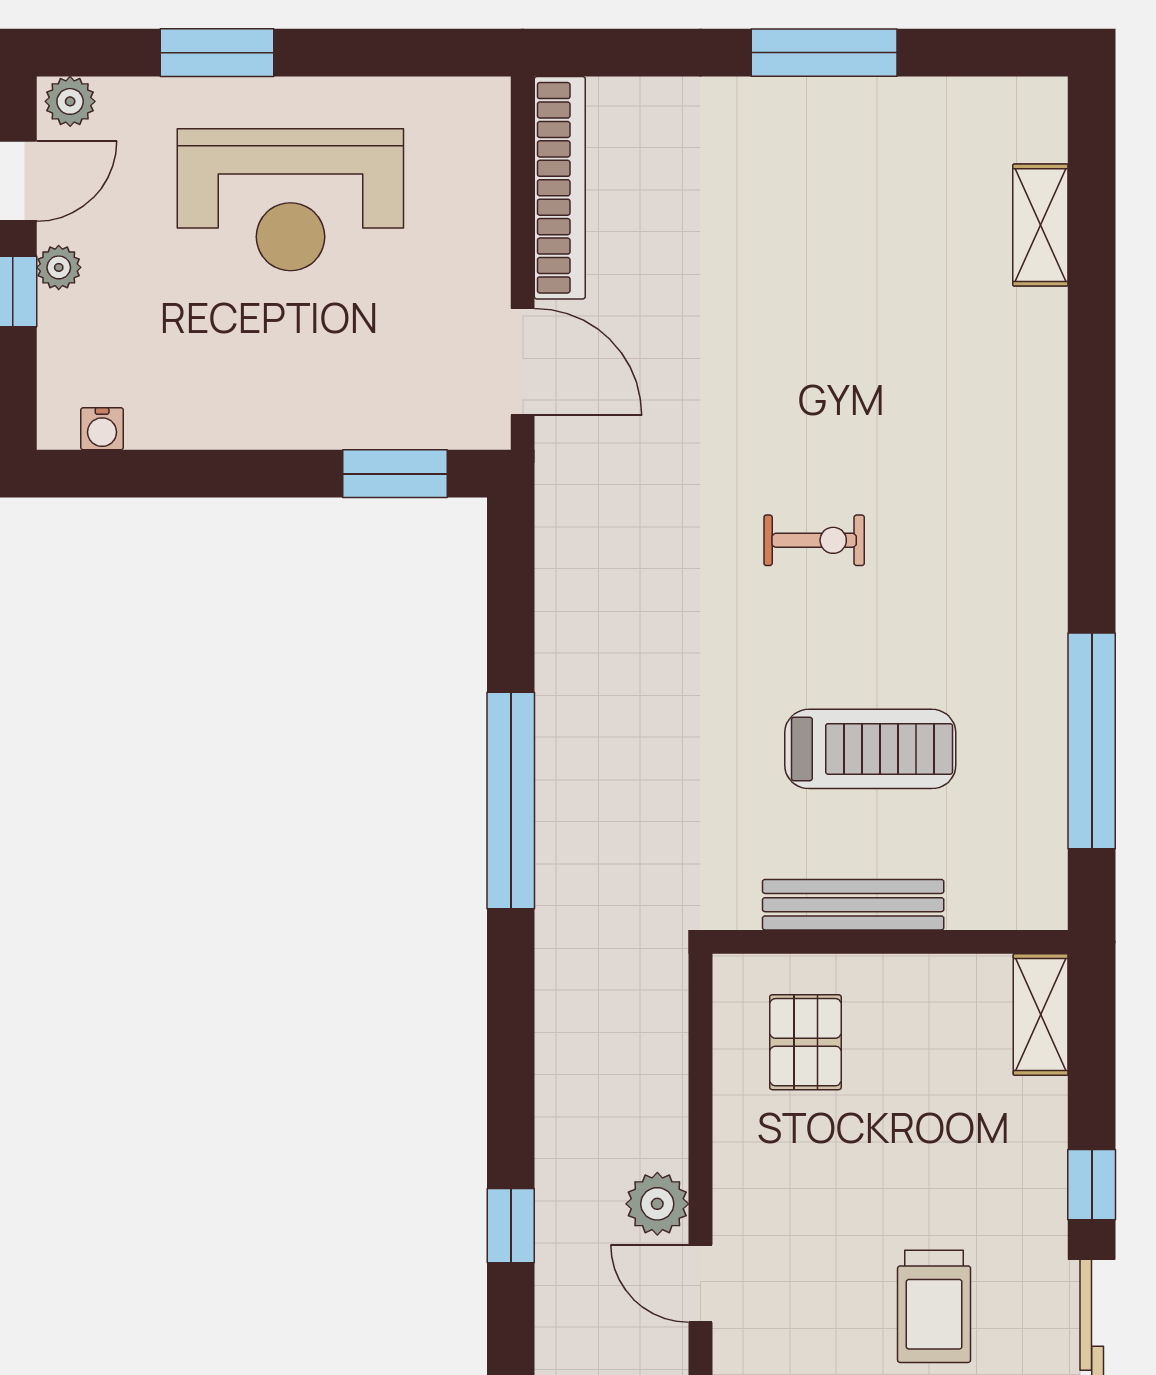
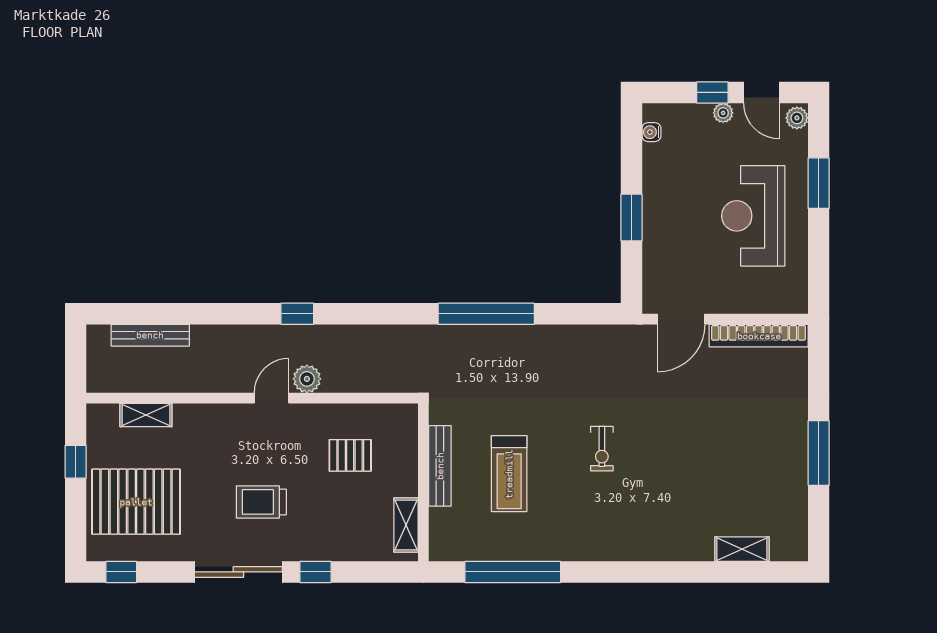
window: (395, 474) -> (632, 218), moved
shelving: (1041, 1015) -> (406, 525), moved, turned 90
pallet: (805, 1042) -> (350, 455), moved

